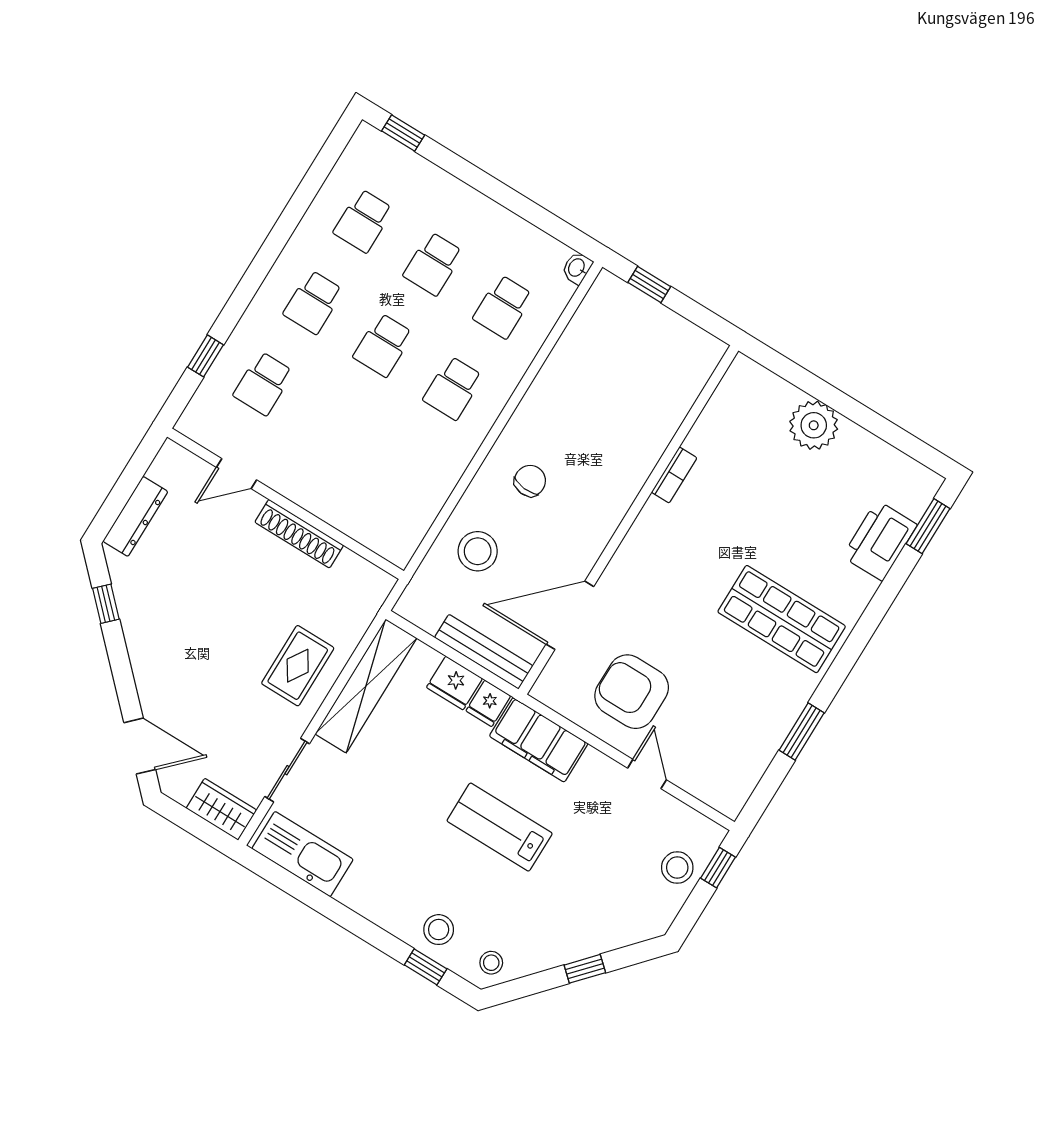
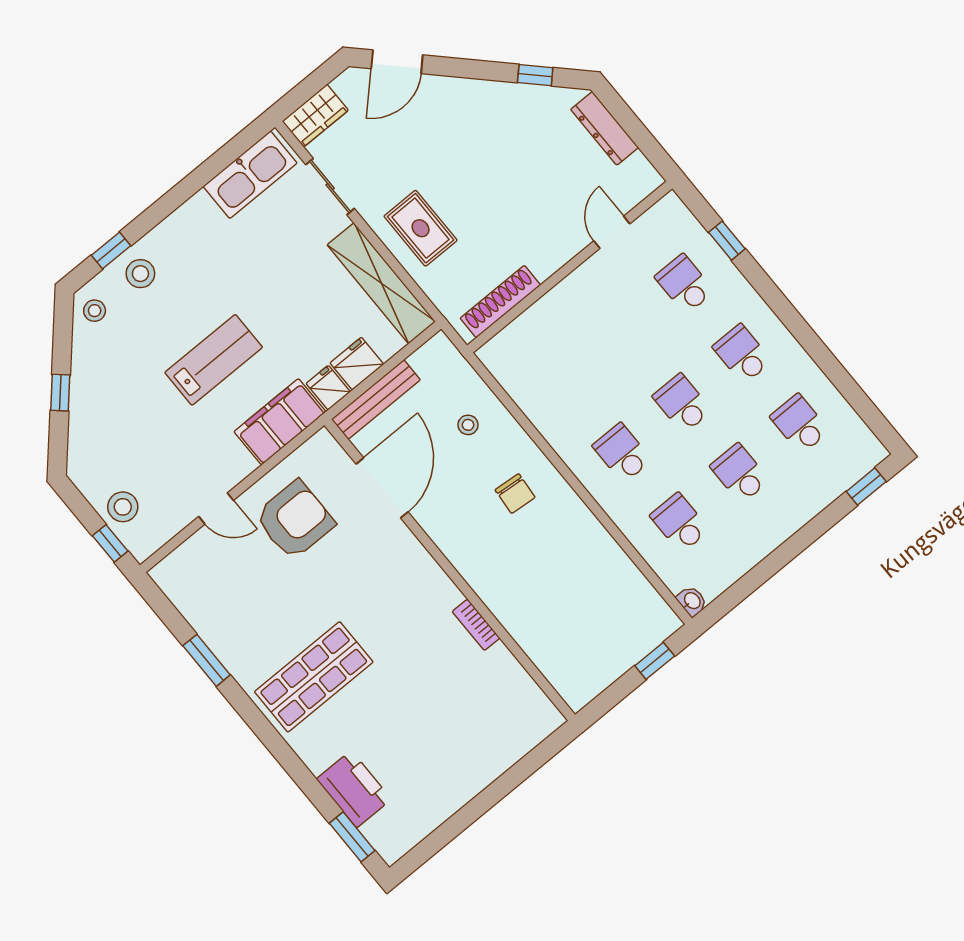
plant: (814, 425) -> (478, 765), removed
shoe rack: (299, 534) -> (500, 302), moved
stool: (478, 551) -> (468, 425), width x0.53, depth x0.53

